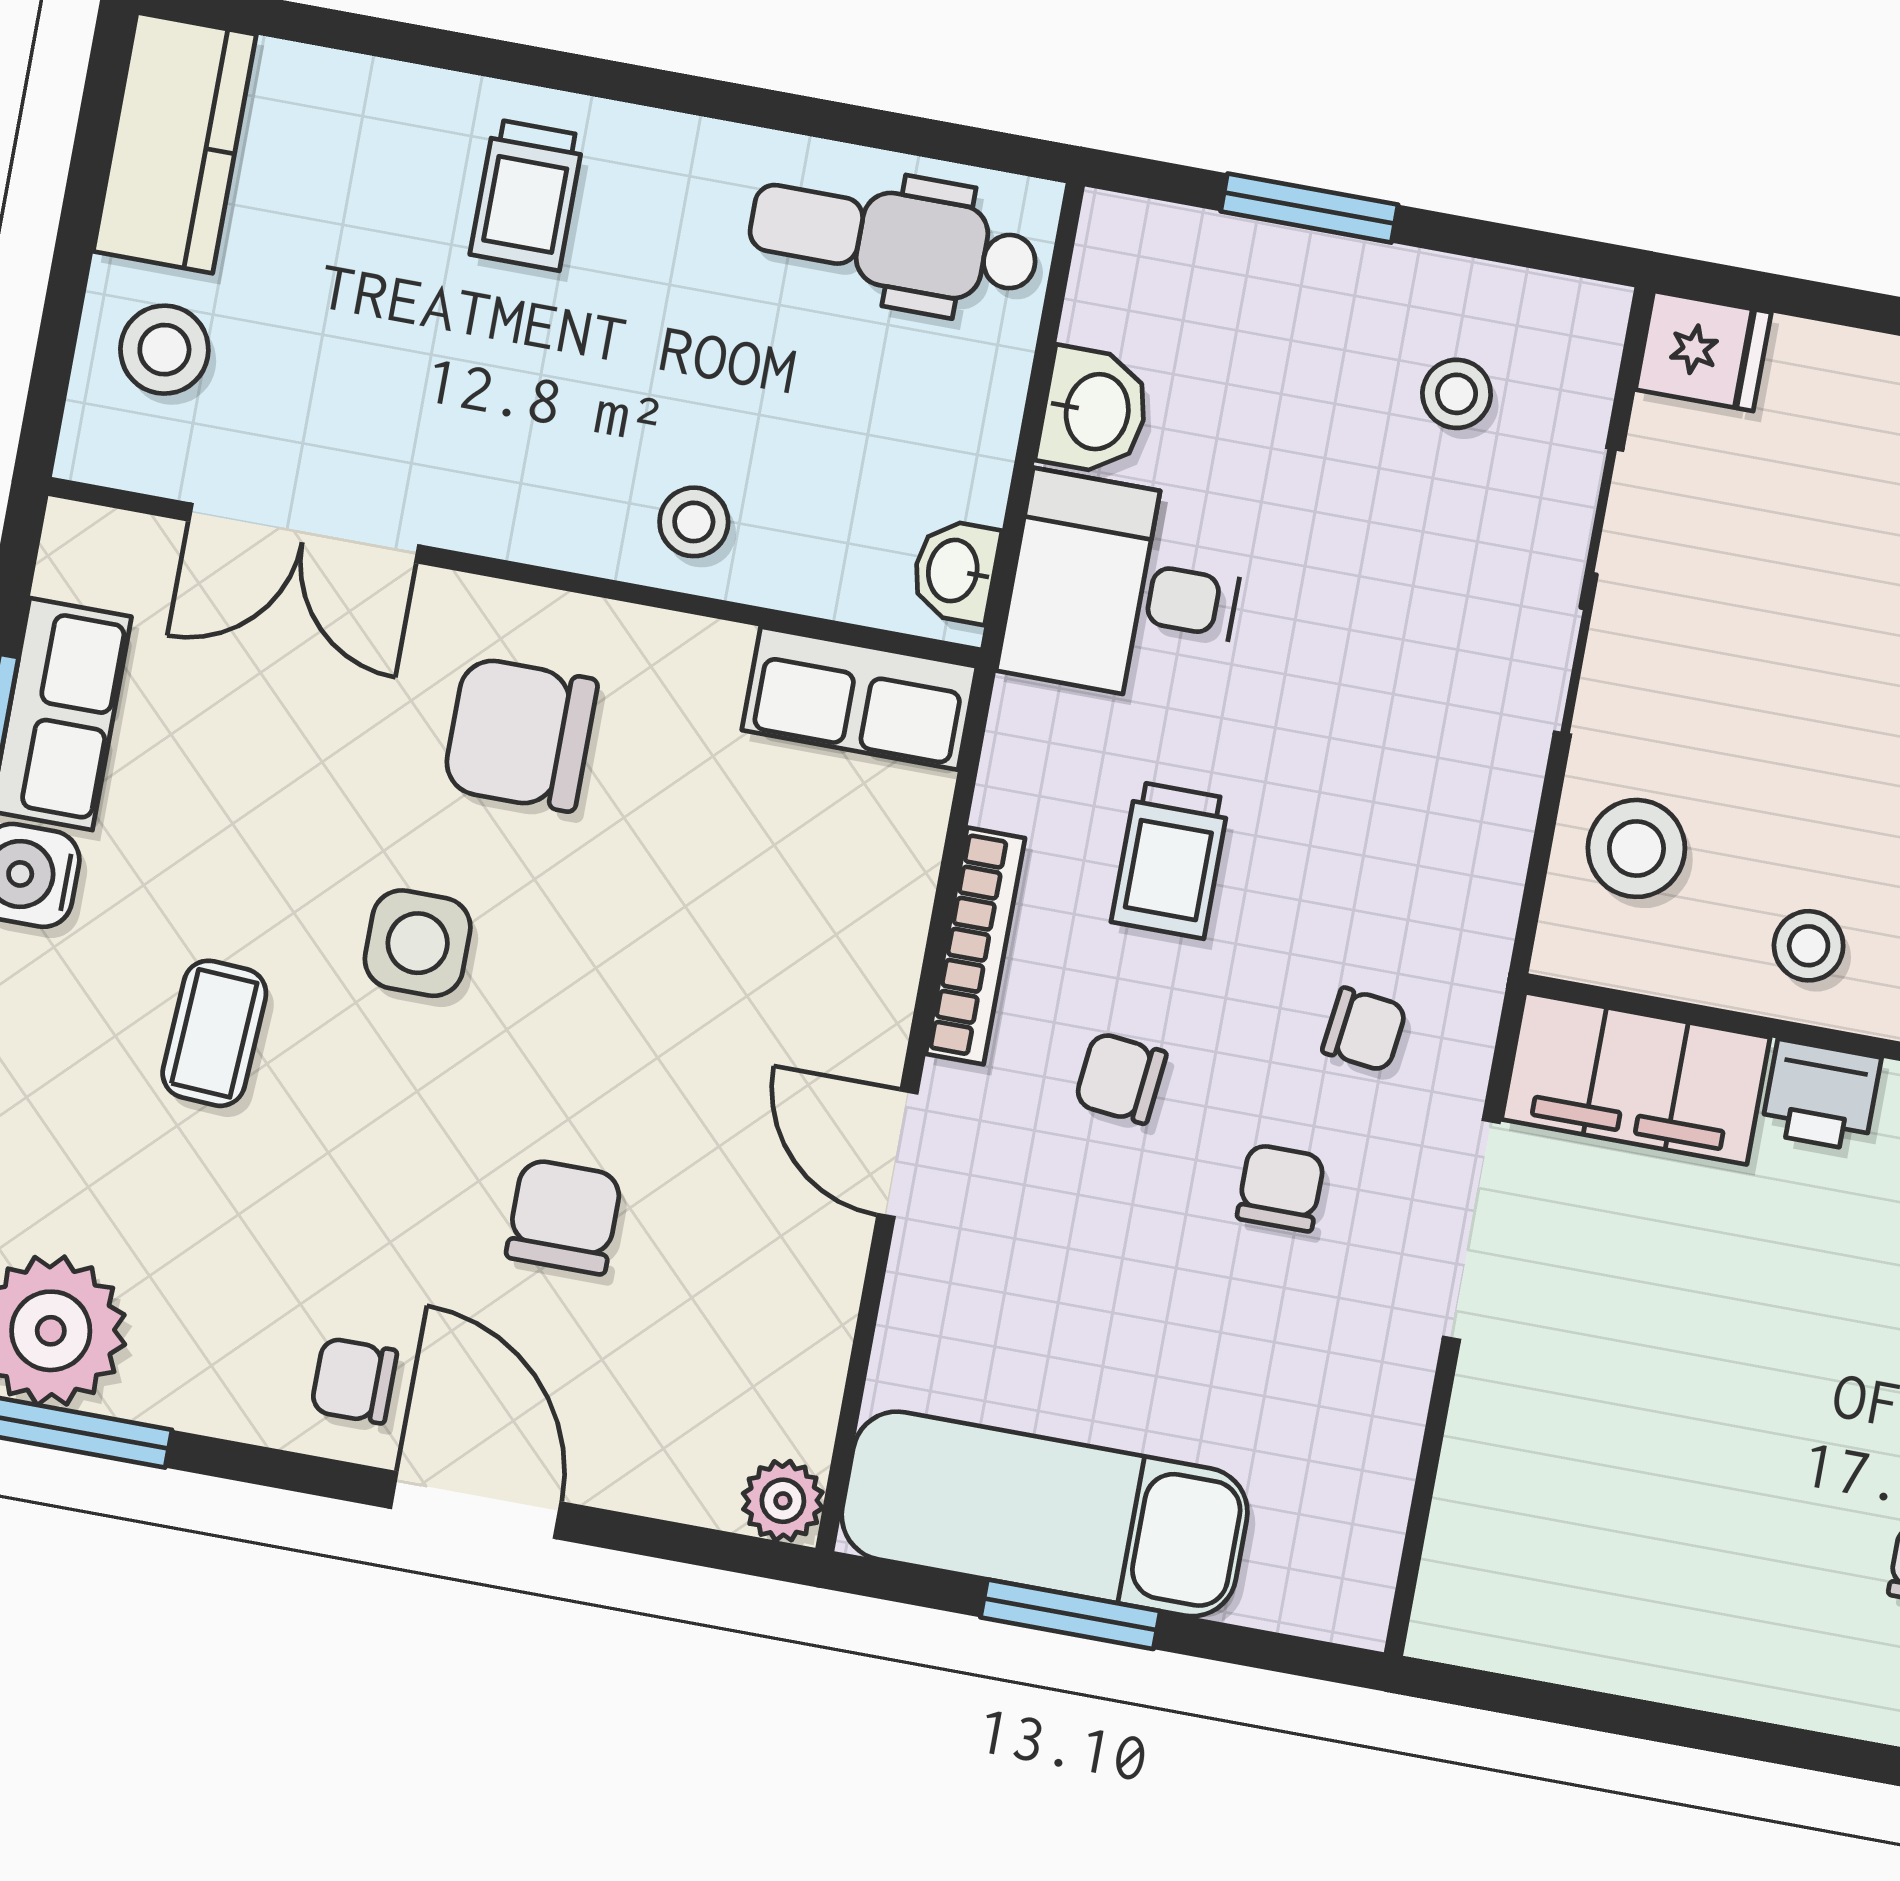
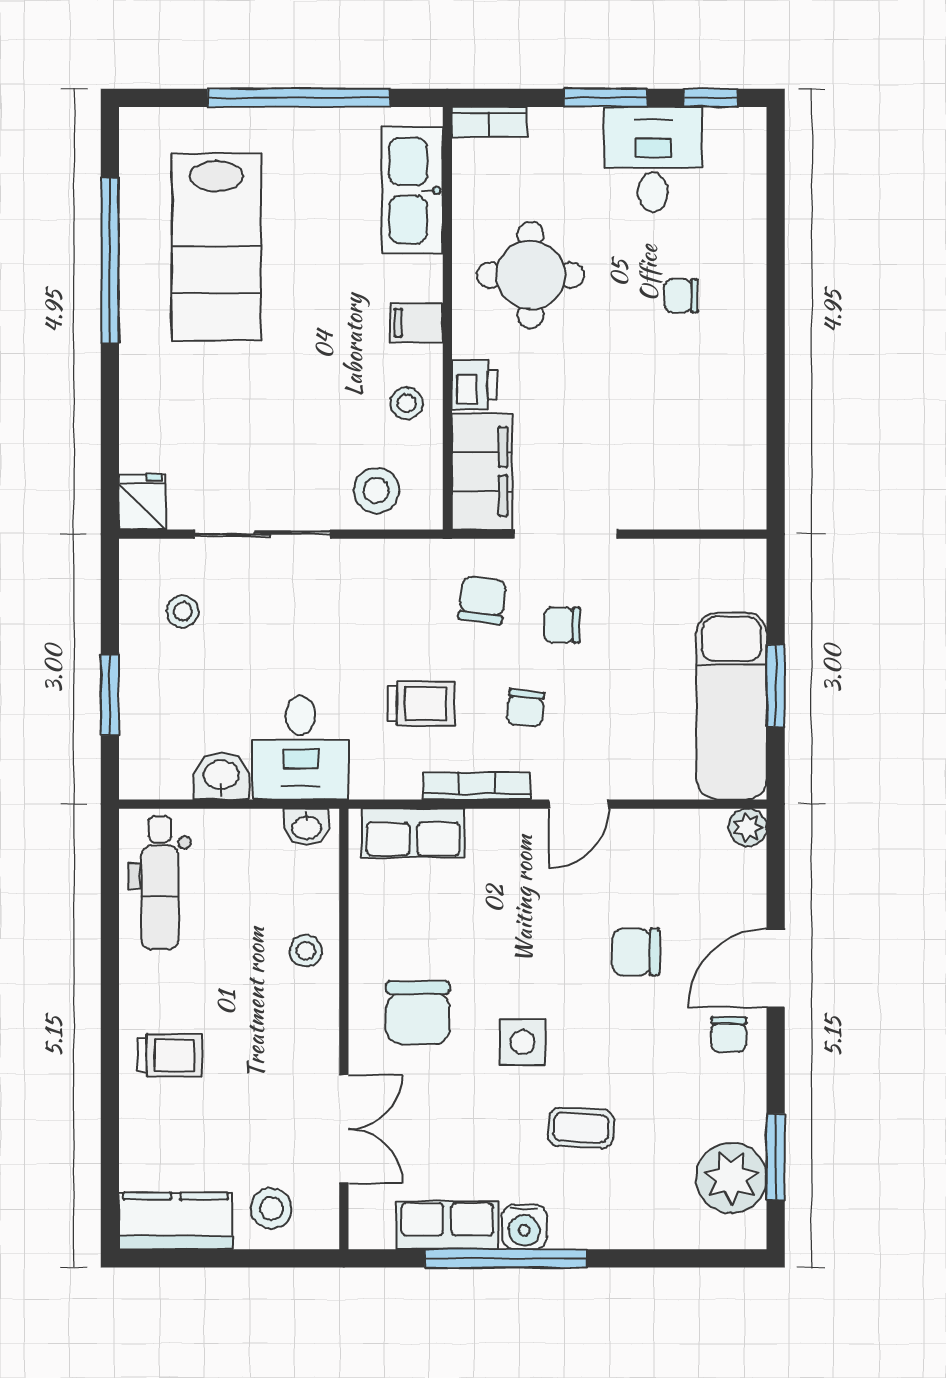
row of seats: (859, 698) -> (413, 833), moved, turned 90
chair: (1364, 1030) -> (482, 600), width x1.37, depth x1.37

